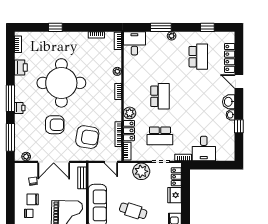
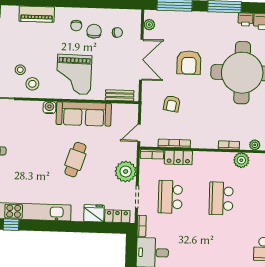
school desk: (160, 96) -> (221, 198), turned 90
printer: (20, 108) -> (246, 19), moved
plant: (130, 113) -> (241, 160), moved
armchair: (87, 137) -> (172, 104), width x0.53, depth x0.53
double door: (54, 162) -> (141, 60), swing flipped

